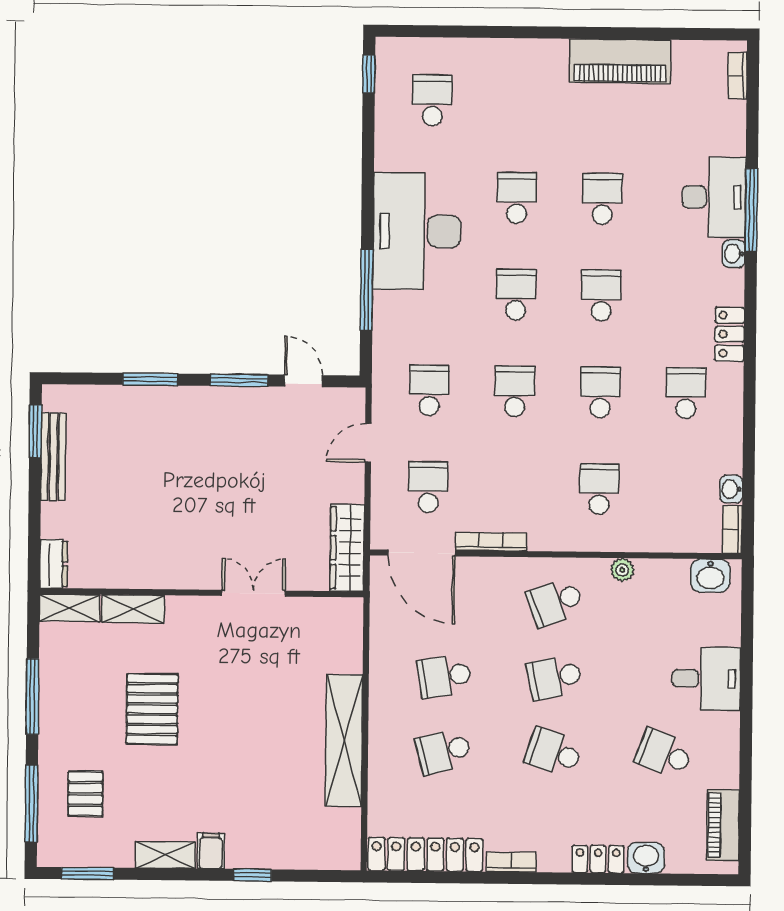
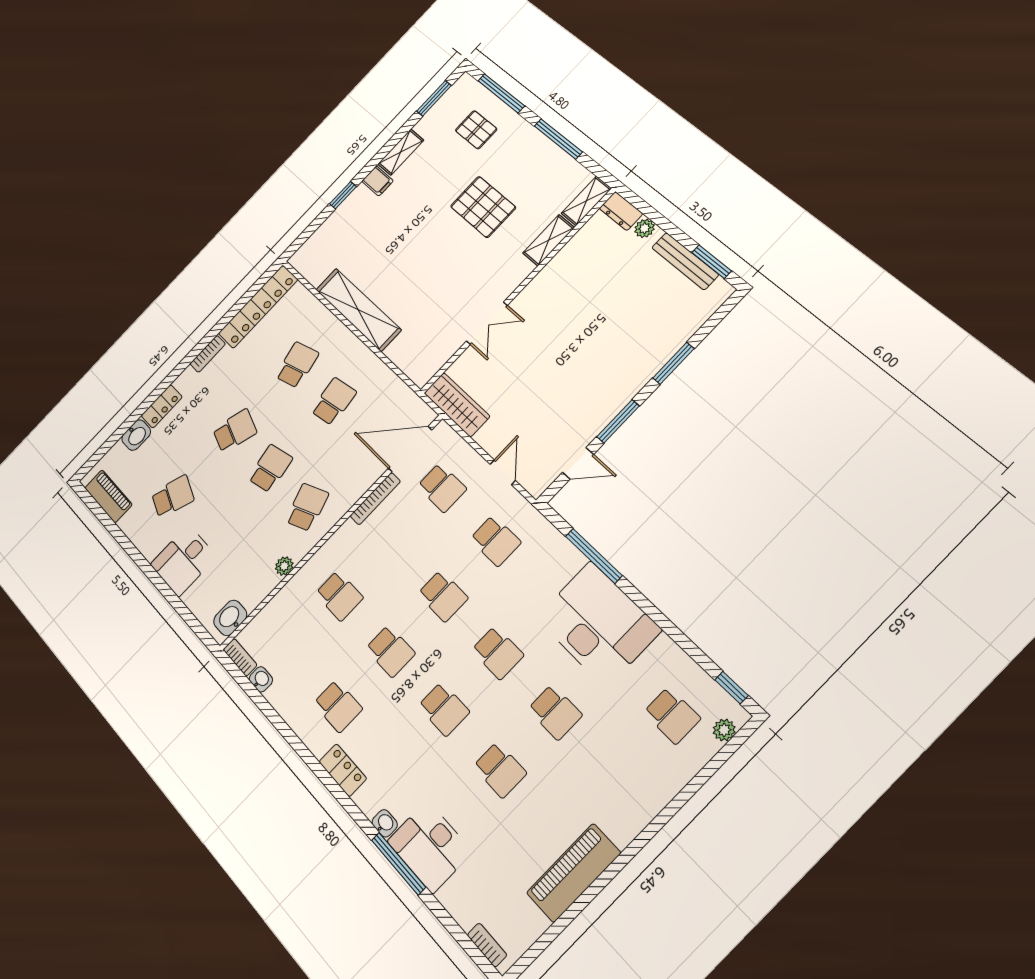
plant: (406, 49) -> (724, 730), added
plant: (52, 525) -> (645, 228), added

